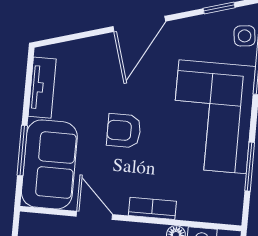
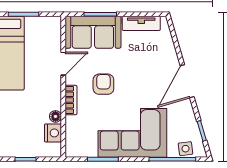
door: (139, 24) -> (187, 81), hinge flipped
armchair: (124, 131) -> (103, 84), moved

